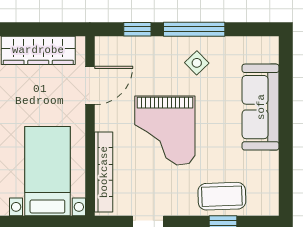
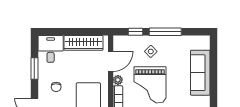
side table: (197, 63) -> (151, 51), moved
plant: (104, 121) -> (118, 80), added

